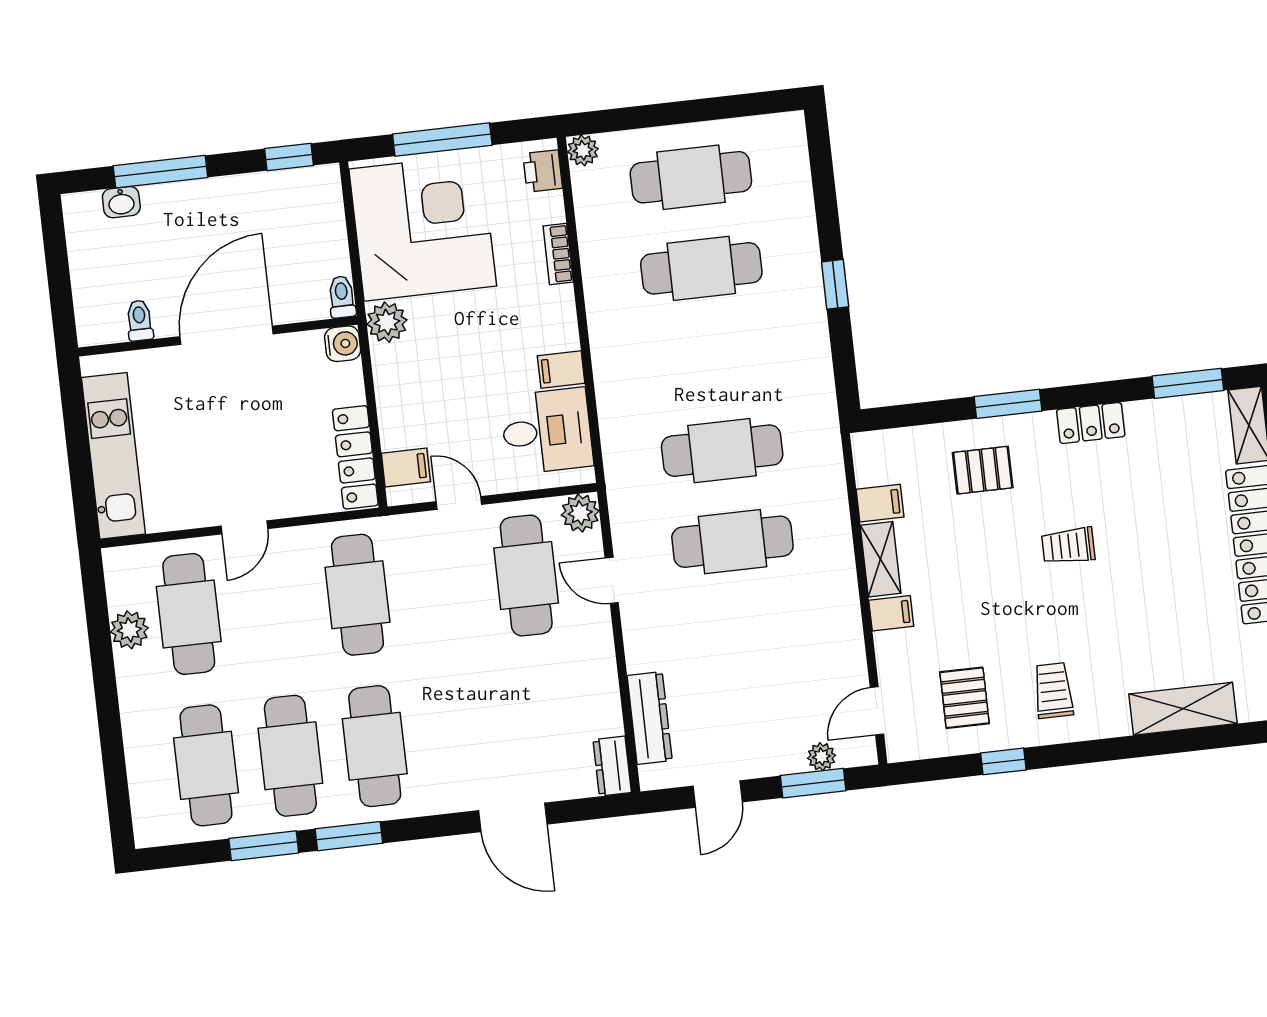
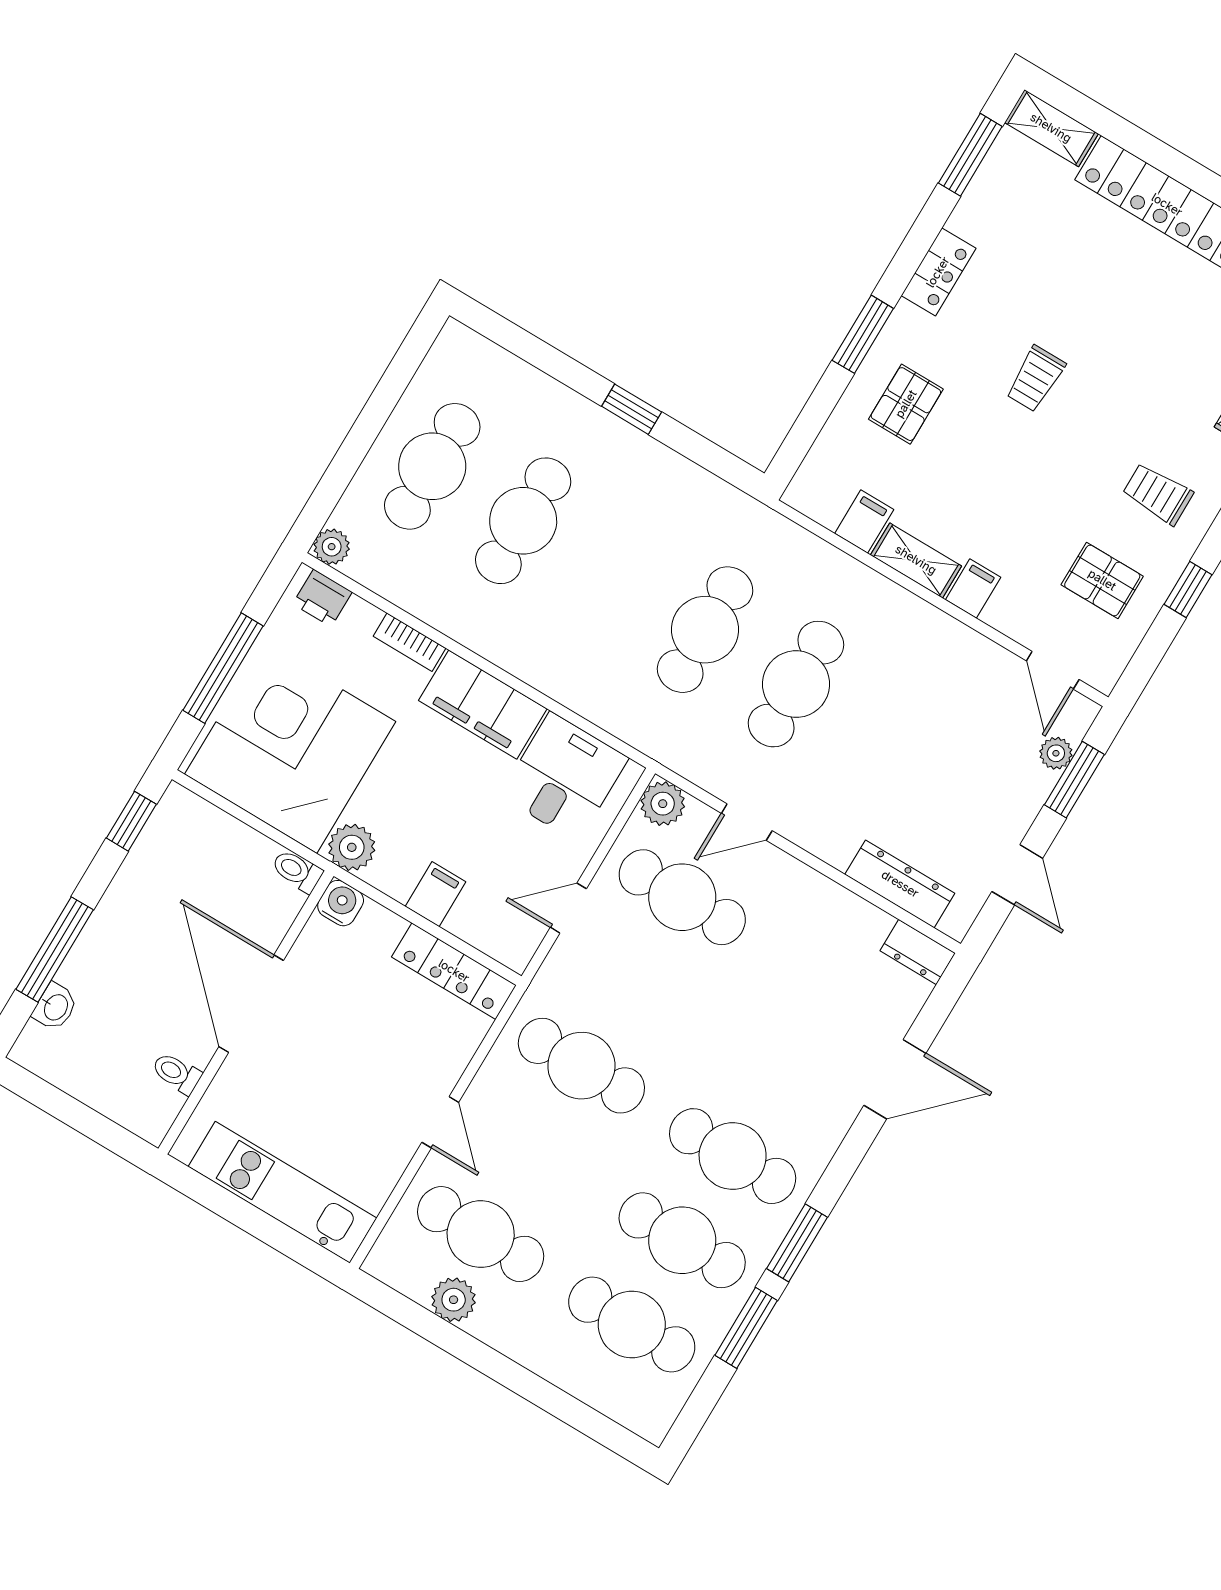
filing cabinet: (561, 370) -> (483, 705), width x3.00, depth x1.17
filing cabinet: (406, 467) -> (436, 894), moved

